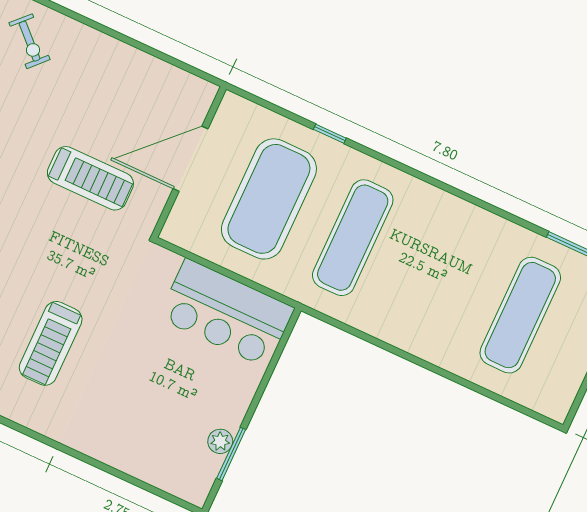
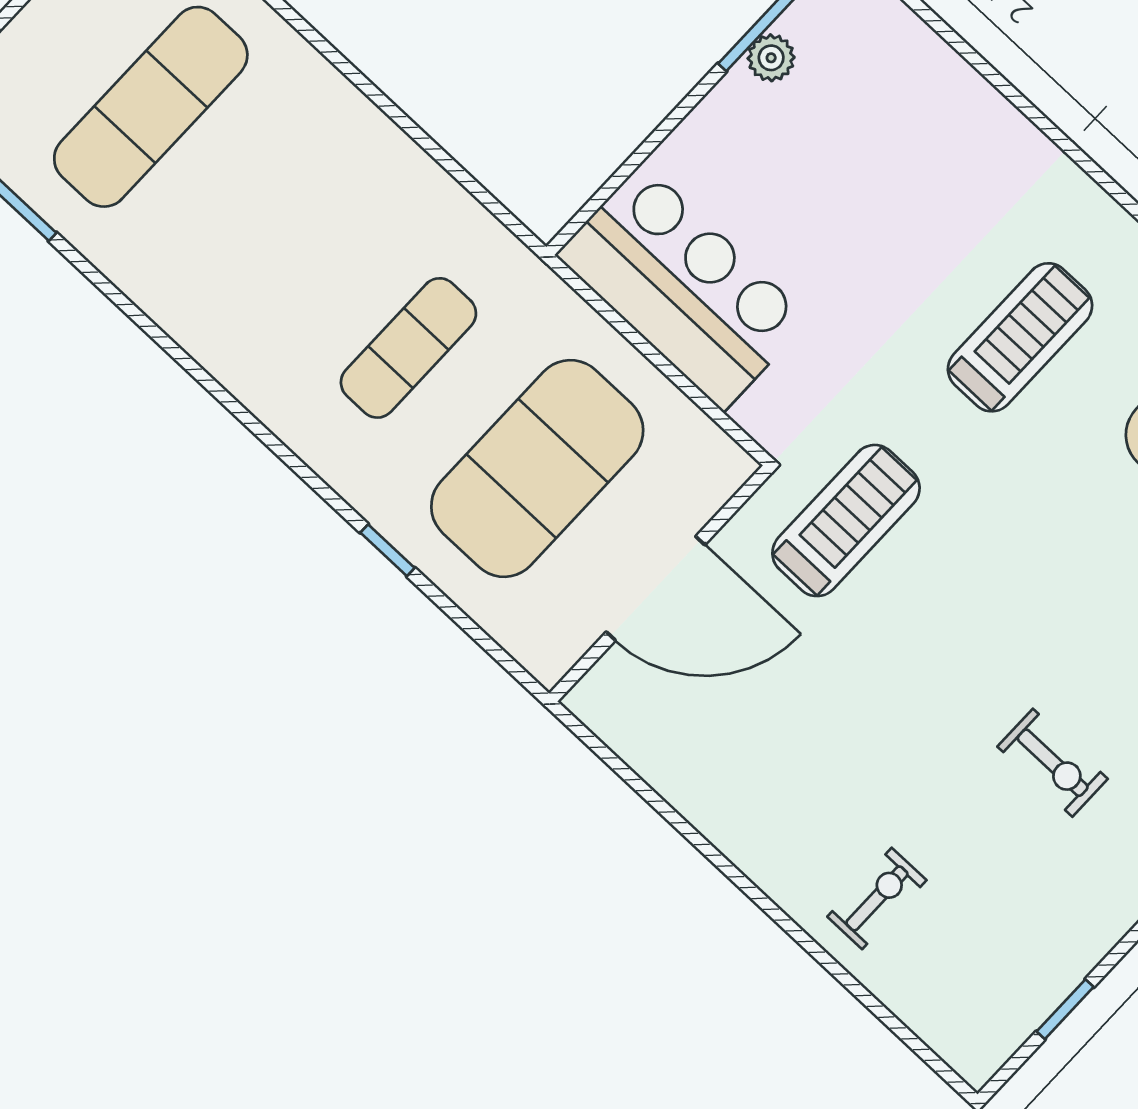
exercise bike: (30, 41) -> (877, 898), turned 46
treadmill: (90, 178) -> (846, 521), moved, turned 90
exercise mat: (353, 238) -> (408, 348), width x0.73, depth x0.69

